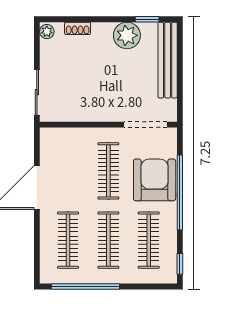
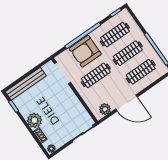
plant: (127, 35) -> (34, 120), moved
plant: (50, 150) -> (105, 109), added

